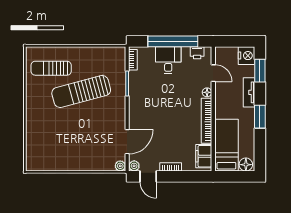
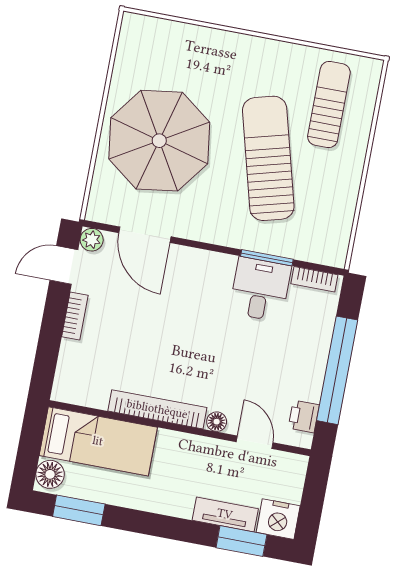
desk: (168, 60) -> (260, 289), moved, turned -90
door: (213, 73) -> (255, 442), swing flipped
tv unit: (249, 92) -> (225, 514), moved
window: (260, 117) -> (79, 510), moved
parasol: (83, 143) -> (159, 141), added
filing cabinet: (204, 156) -> (84, 390), removed
plant: (120, 166) -> (97, 211), removed

